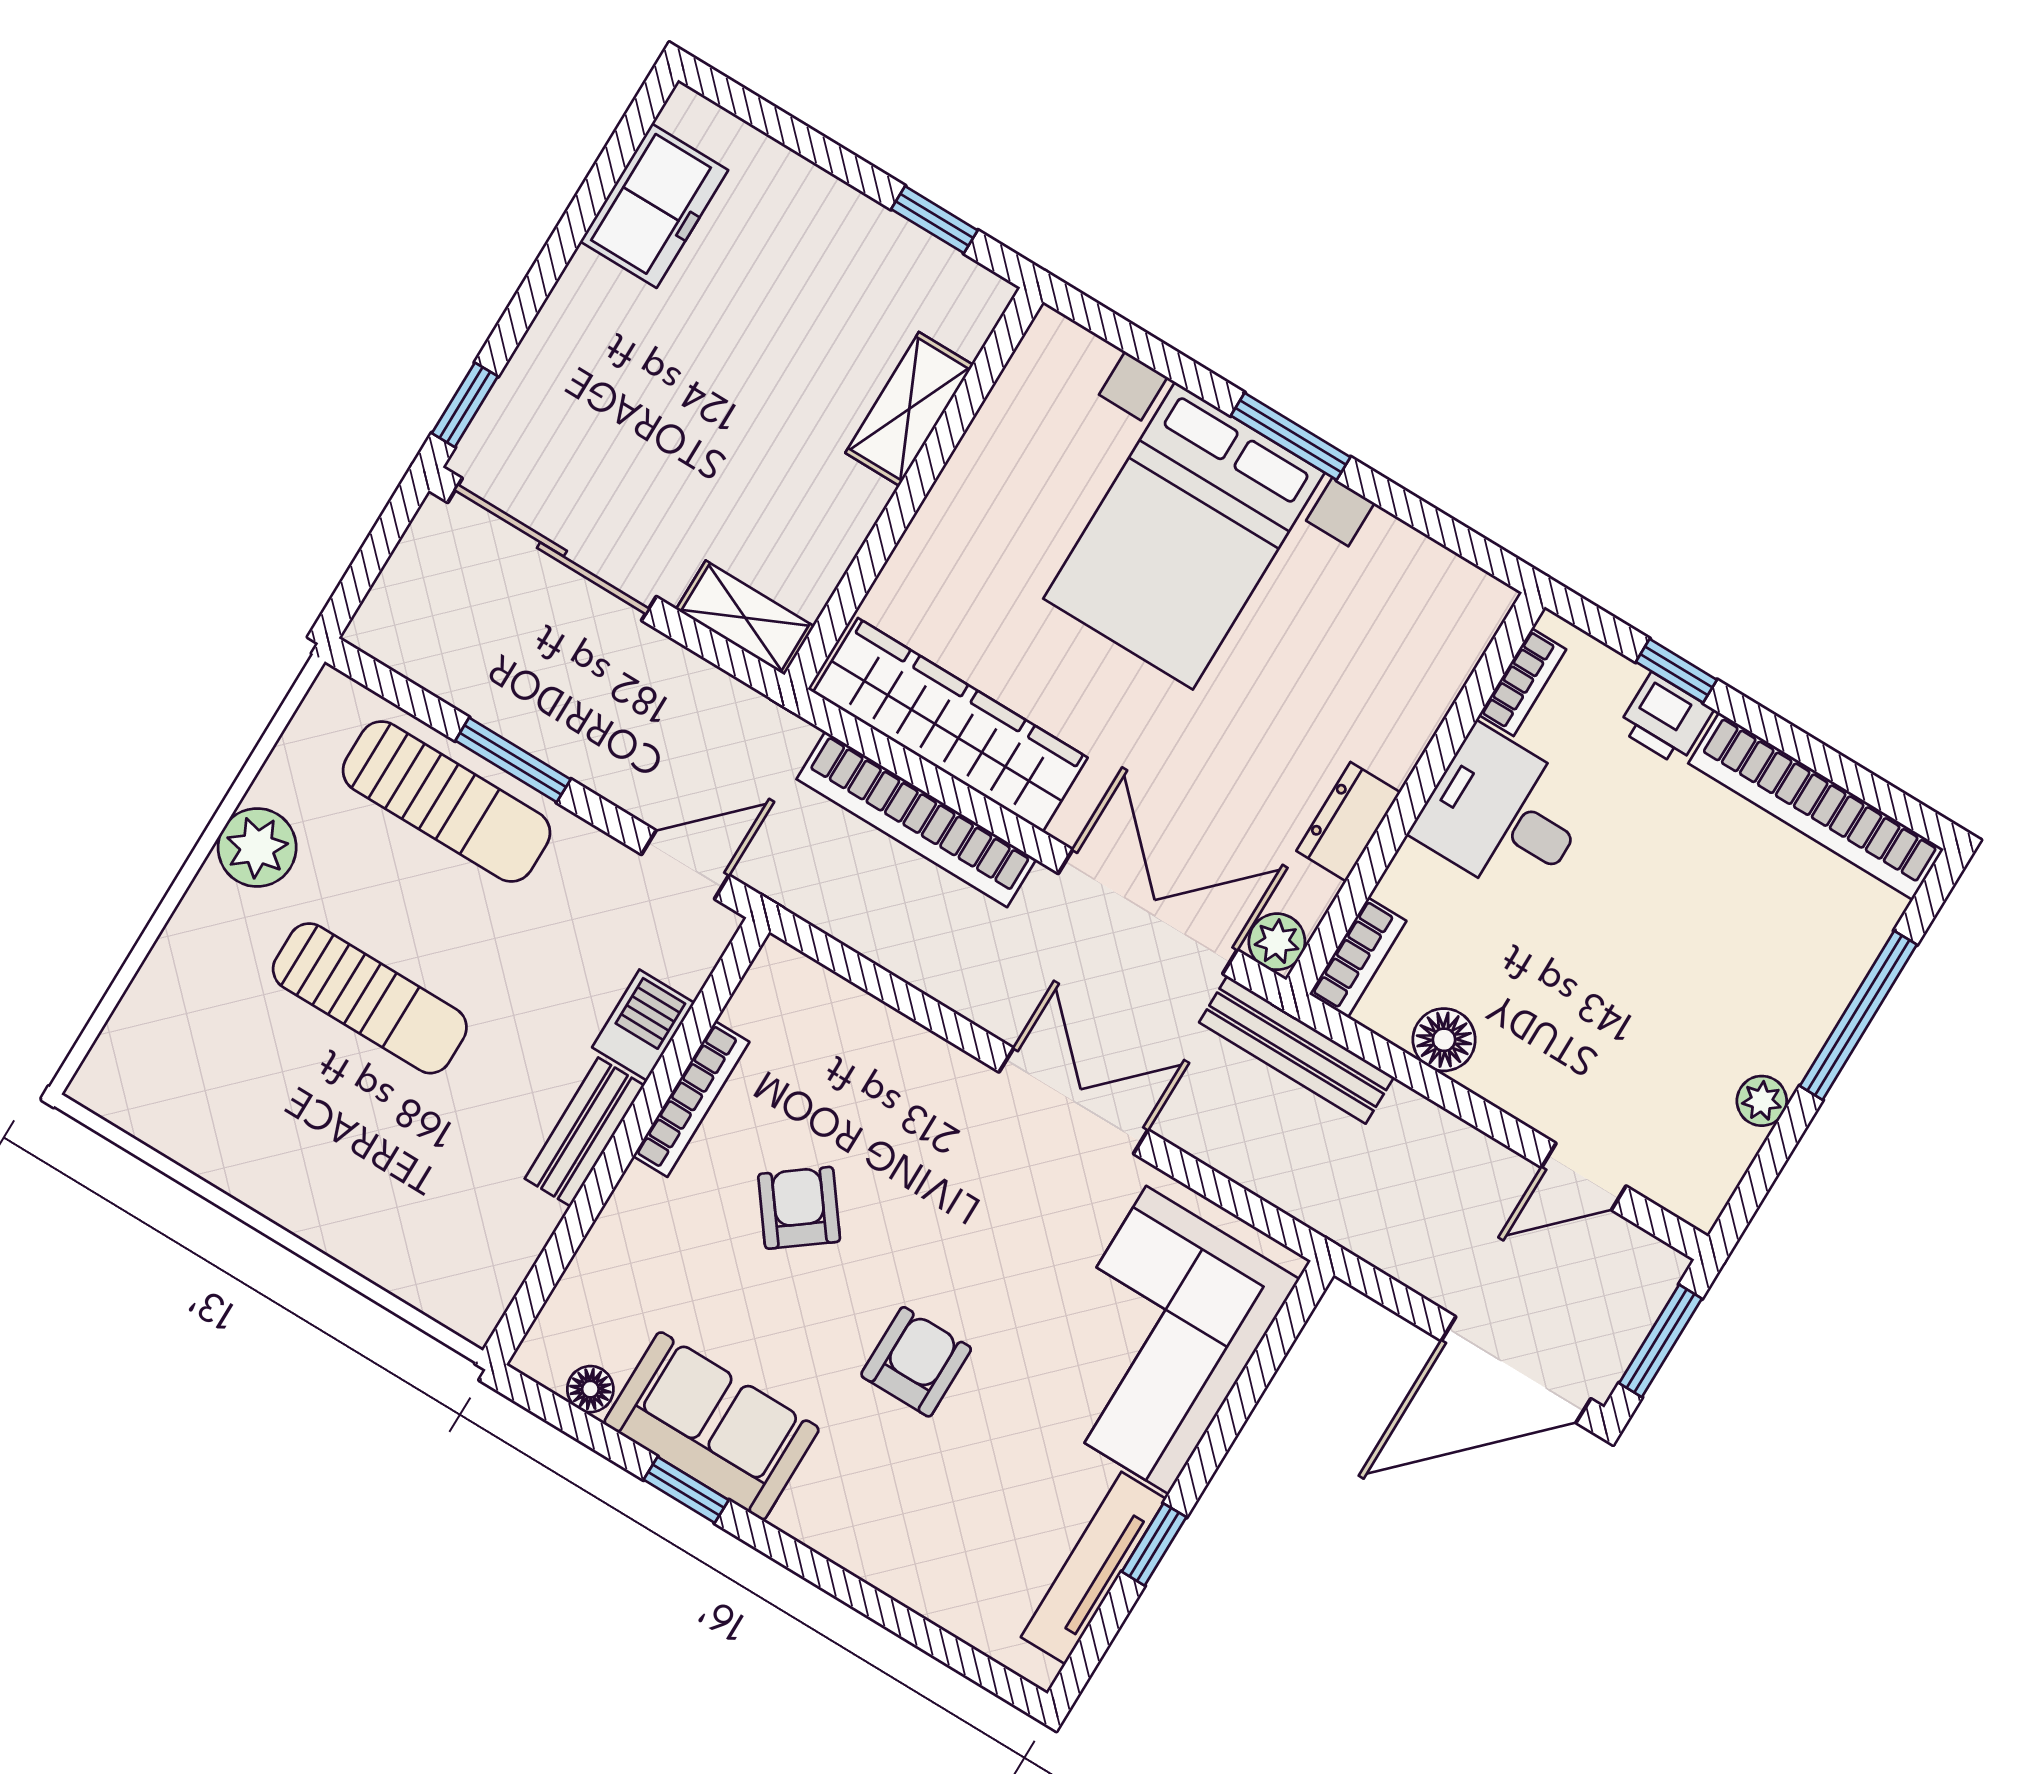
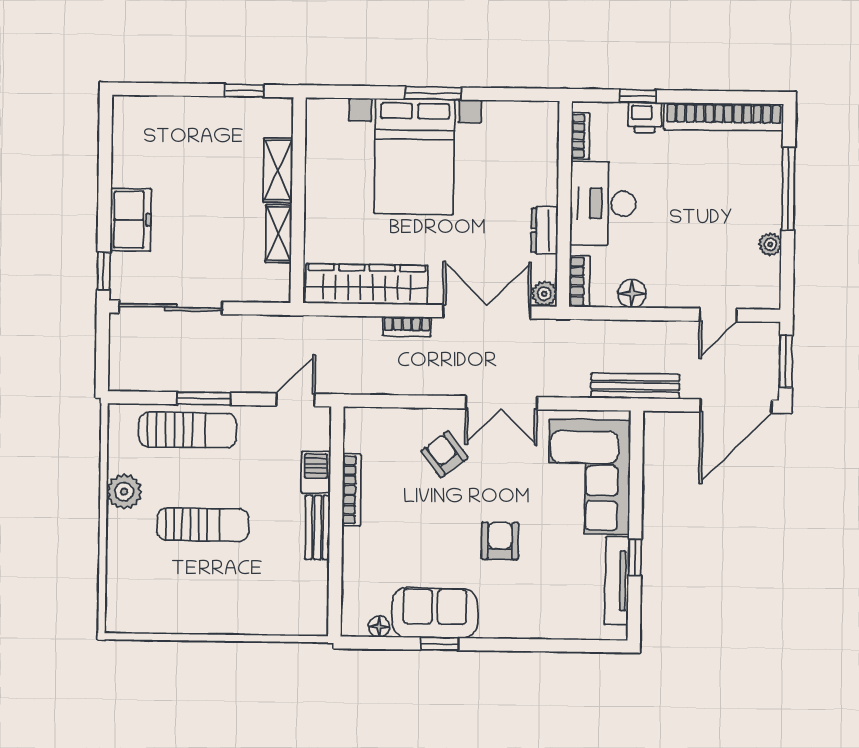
freezer: (654, 206) -> (131, 220), moved
shelving: (745, 618) -> (279, 234), moved, turned 90
desk: (1503, 815) -> (603, 203), width x1.37
bookcase: (916, 819) -> (407, 326), width x0.43, depth x0.76
bench: (1297, 1050) -> (635, 386), moved
double door: (1074, 1101) -> (501, 403), swing flipped
armchair: (799, 1208) -> (444, 454), moved

